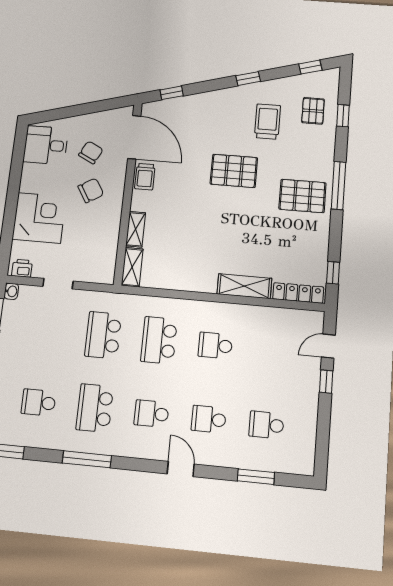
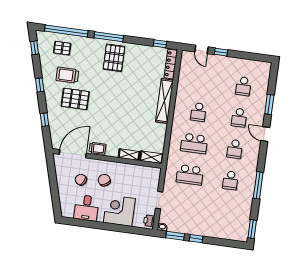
window: (172, 93) -> (45, 120), moved
window: (343, 116) -> (66, 31), width x3.17
desk: (46, 145) -> (86, 208), moved
pallet: (234, 171) -> (75, 99), moved, turned 90
shelving: (244, 286) -> (164, 101), width x1.47
school desk: (39, 402) -> (226, 212), removed
school desk: (95, 408) -> (230, 180), width x0.54
door: (181, 469) -> (265, 134), hinge flipped
window: (256, 477) -> (269, 104), moved

